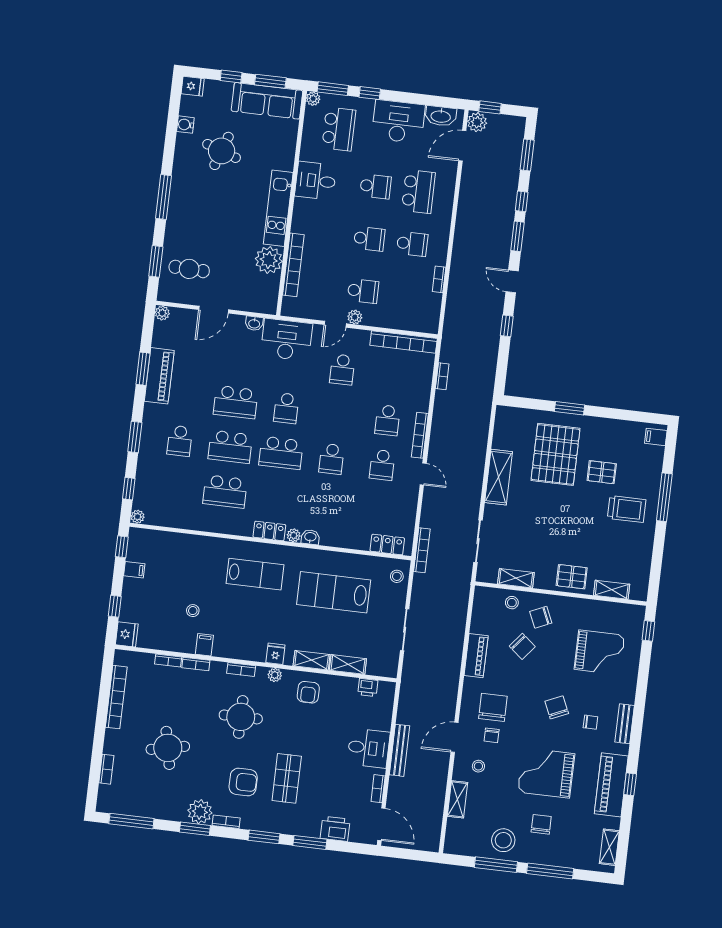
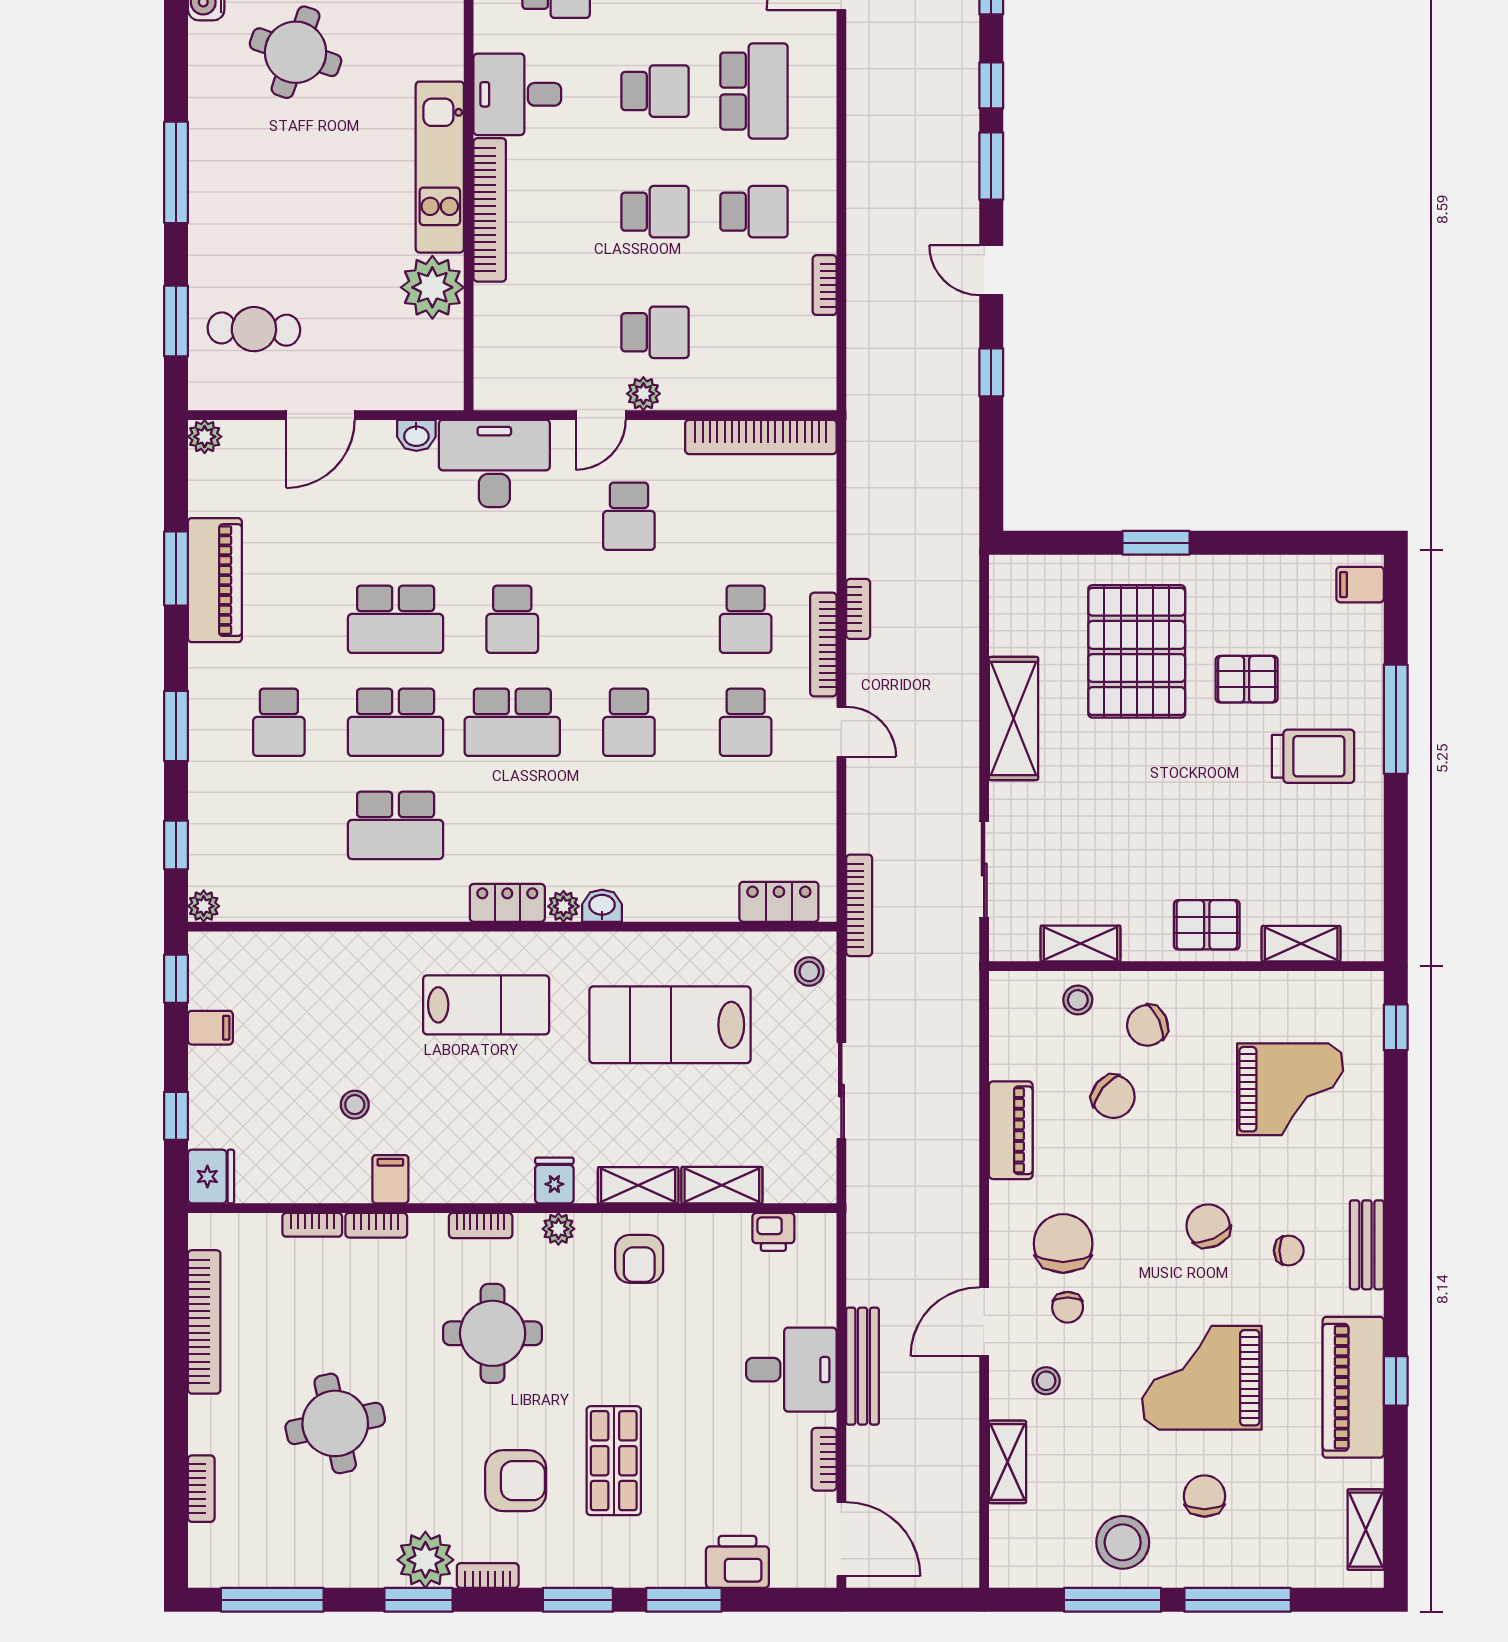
bookcase: (293, 265) -> (490, 210), moved
bookcase: (442, 376) -> (858, 609), moved

